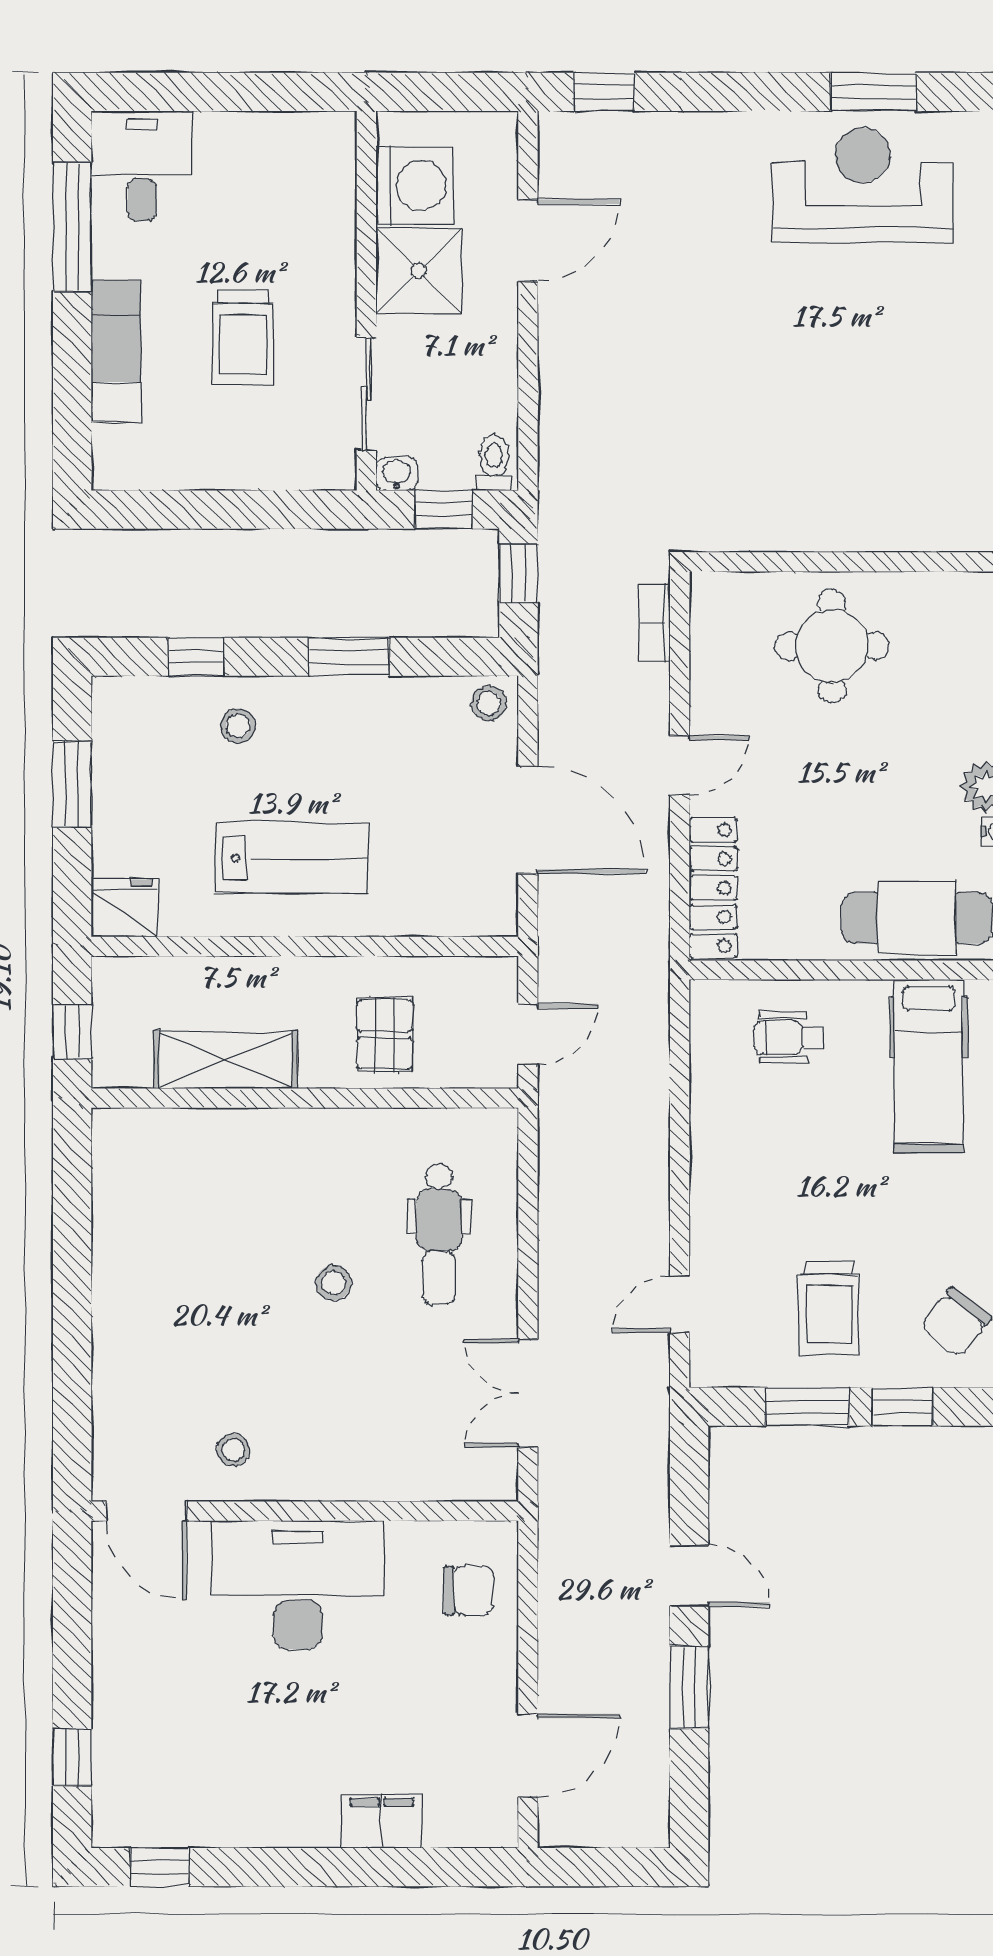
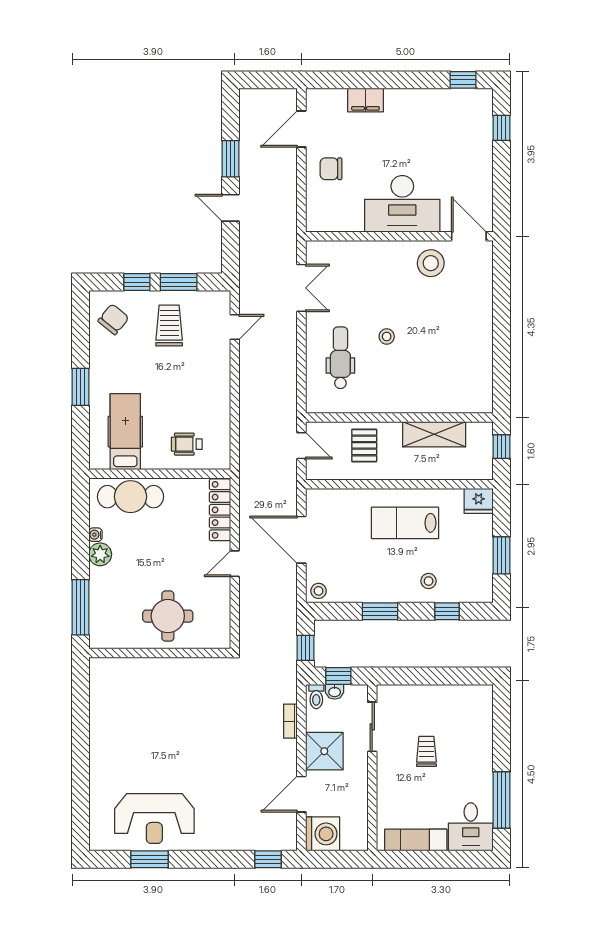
washing machine: (415, 185) -> (323, 834), moved, turned 180
shower: (419, 271) -> (324, 751), moved
trolley: (243, 338) -> (426, 751), width x0.73, depth x0.72
exam couch: (116, 351) -> (416, 840), moved, turned 90
washbasin: (397, 474) -> (335, 692), moved
bookcase: (655, 623) -> (290, 721), moved, turned 180
door: (528, 1034) -> (301, 446), swing flipped
wheelchair: (789, 1038) -> (187, 444), turned 180
stool: (233, 1450) -> (431, 263), width x1.89, depth x1.89
chair: (469, 1591) -> (331, 169), moved

